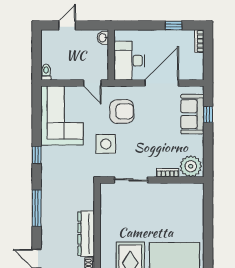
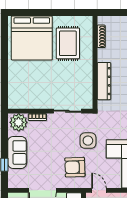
sofa: (192, 114) -> (17, 152), moved
dresser: (86, 234) -> (104, 81), moved

